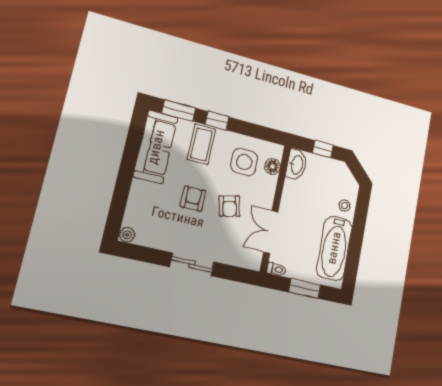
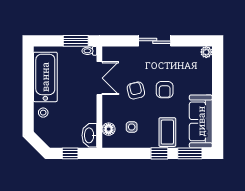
side table: (244, 162) -> (132, 127), width x0.54, depth x0.54
window: (305, 288) -> (76, 41), moved

